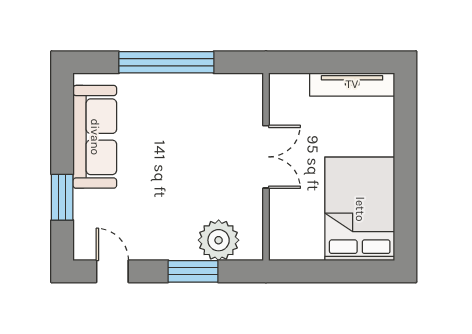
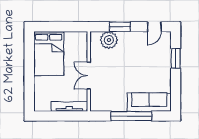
tv unit: (352, 84) -> (69, 107), moved
sofa: (95, 137) -> (149, 102), moved, turned 90
door: (112, 271) -> (154, 27), hinge flipped

